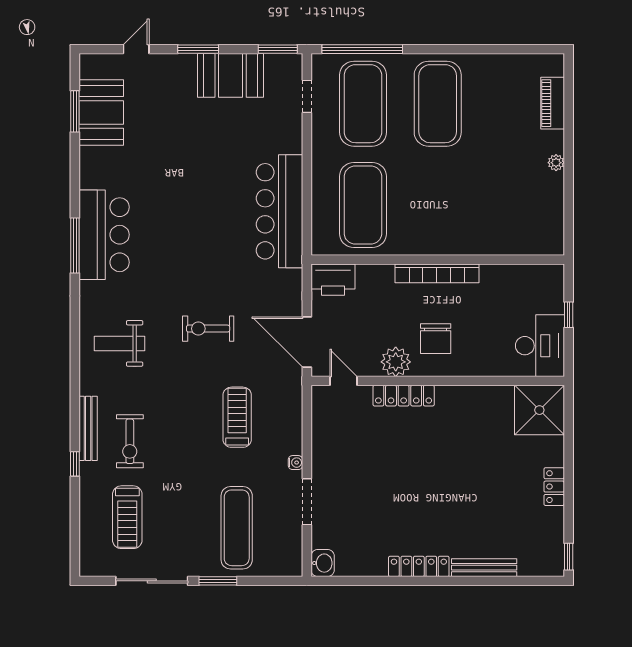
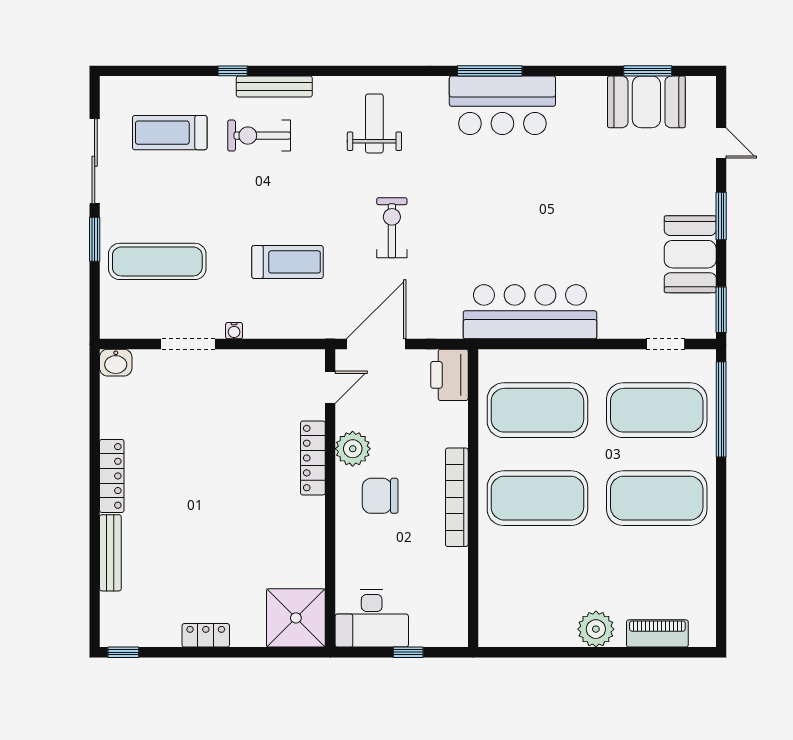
plant: (556, 163) -> (596, 629), width x1.88, depth x1.88
exercise mat: (438, 205) -> (537, 498), added

